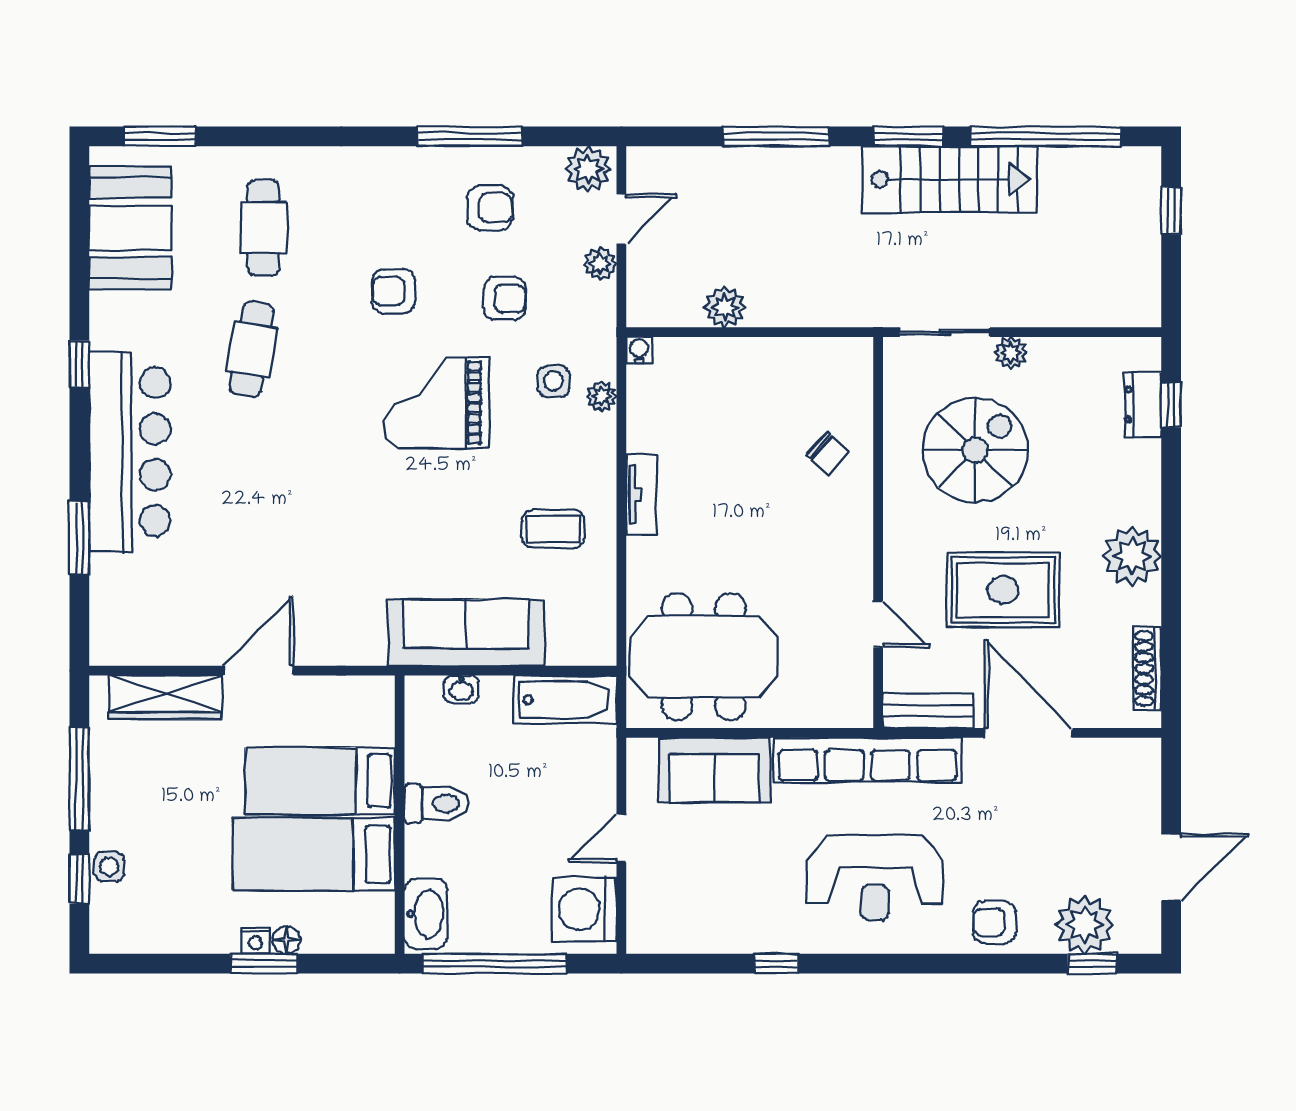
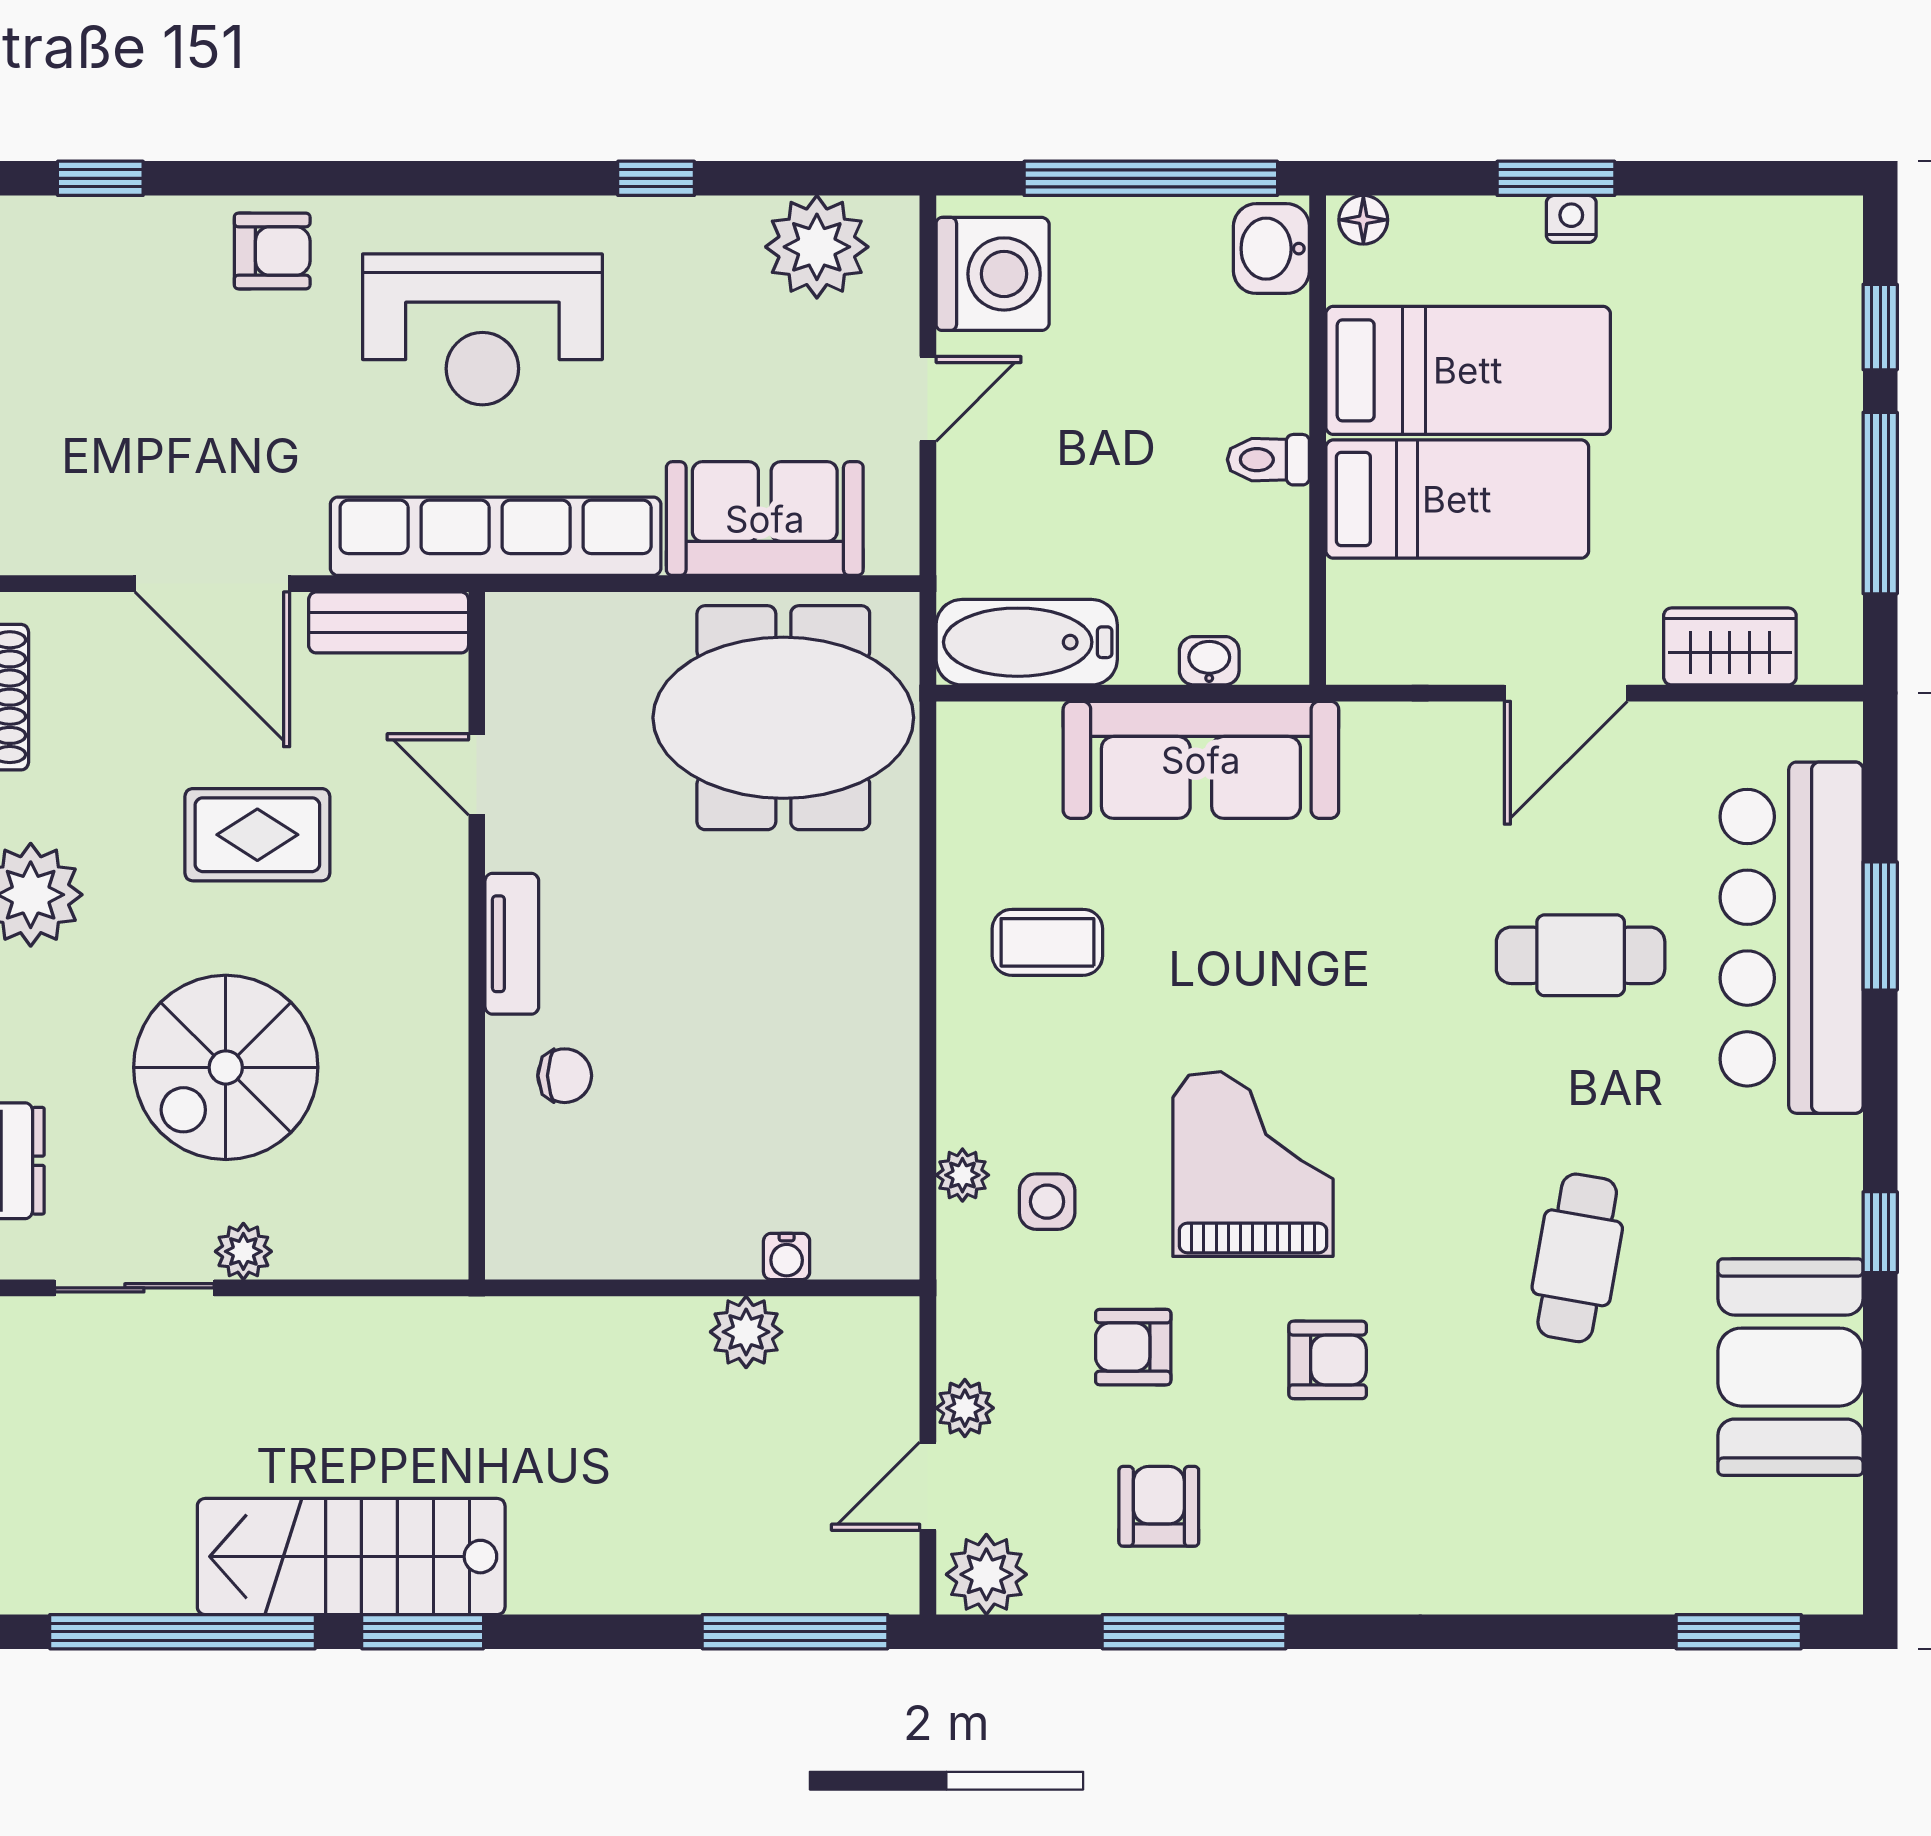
window: (776, 136) -> (795, 1632), moved
armchair: (490, 208) -> (1159, 1506), turned 90
booth: (130, 228) -> (1790, 1367), moved
cafe table: (263, 228) -> (1581, 955), moved, turned 90
sliding door: (945, 332) -> (134, 1288), moved
water cooler: (639, 350) -> (787, 1256), moved
grand piano: (436, 403) -> (1253, 1164), turned -90
spiral stairs: (975, 450) -> (226, 1067), moved
bar counter: (130, 452) -> (1792, 938), moved
chair: (828, 453) -> (565, 1076), turned 138
tv unit: (641, 495) -> (512, 944), moved, turned 180
rug: (1003, 590) -> (257, 835), width x0.73, depth x0.70
wardrobe: (165, 697) -> (1730, 646), width x0.67
toilet: (437, 804) -> (1268, 460), width x0.73, depth x0.72
side table: (109, 867) -> (1828, 349), removed
reception desk: (875, 878) -> (482, 329), turned 180
washbasin: (426, 914) -> (1271, 249), width x0.72
plant: (1085, 925) -> (817, 247), moved
floor lamp: (286, 940) -> (1363, 220), moved

